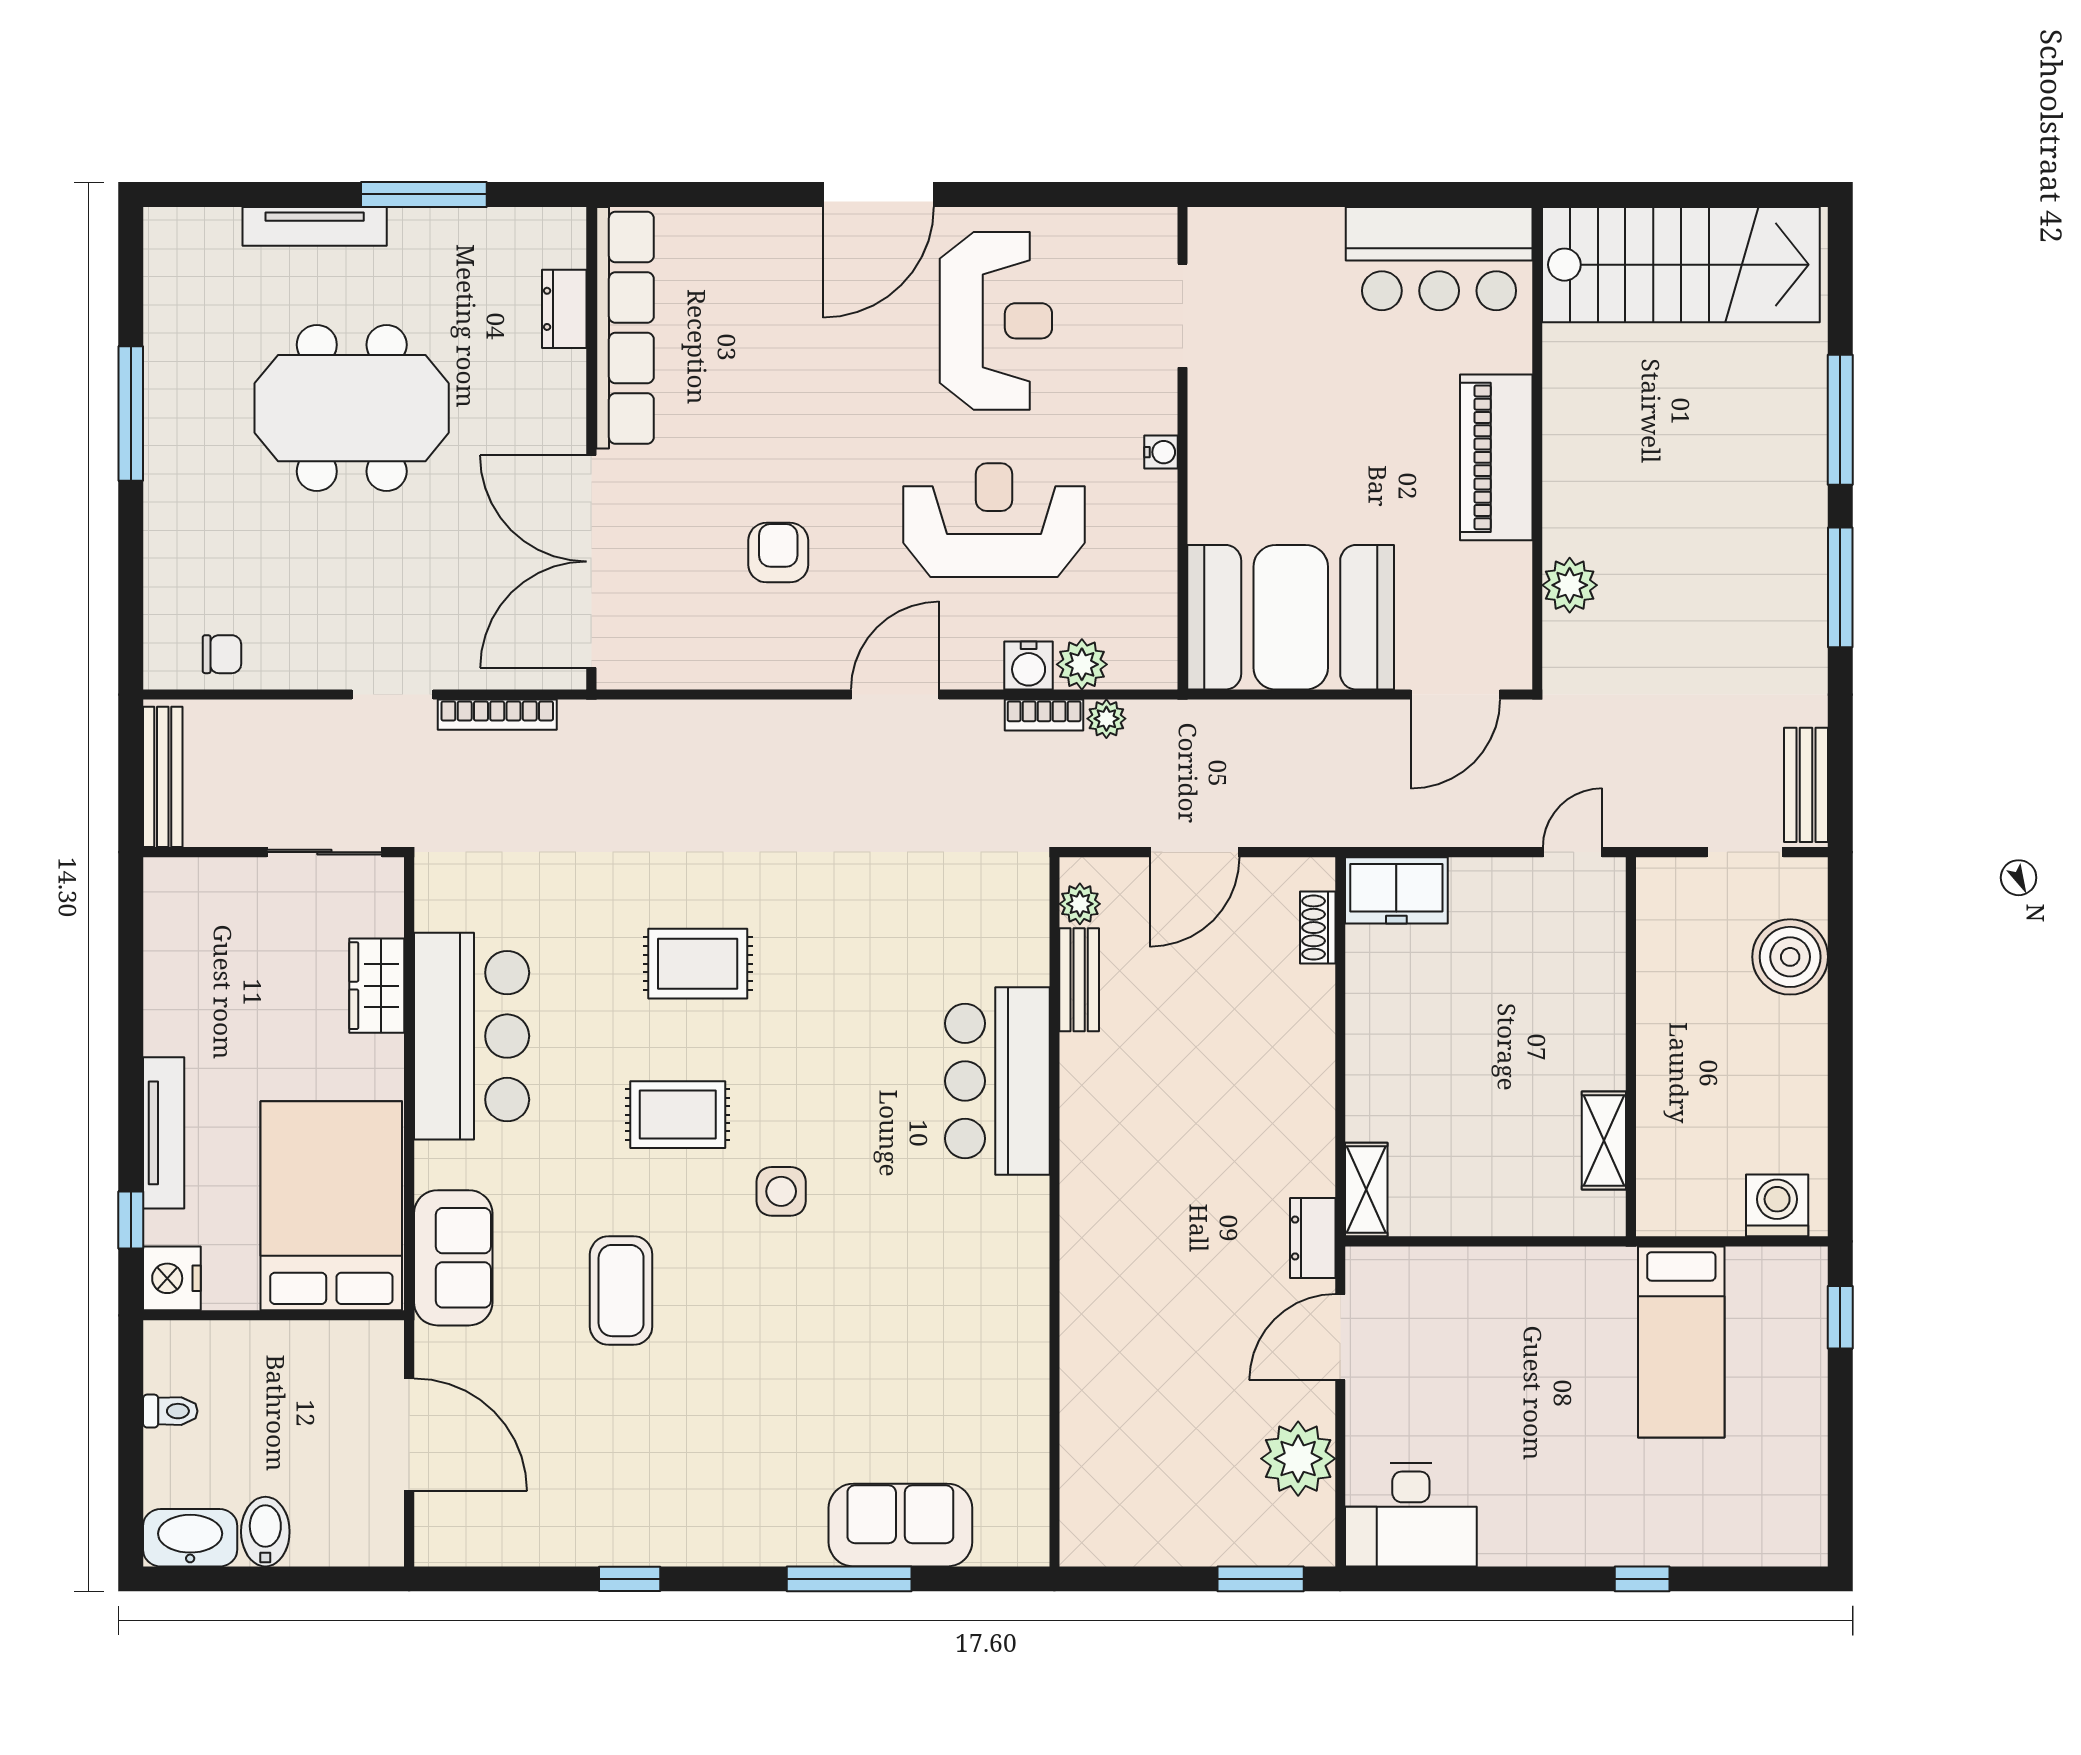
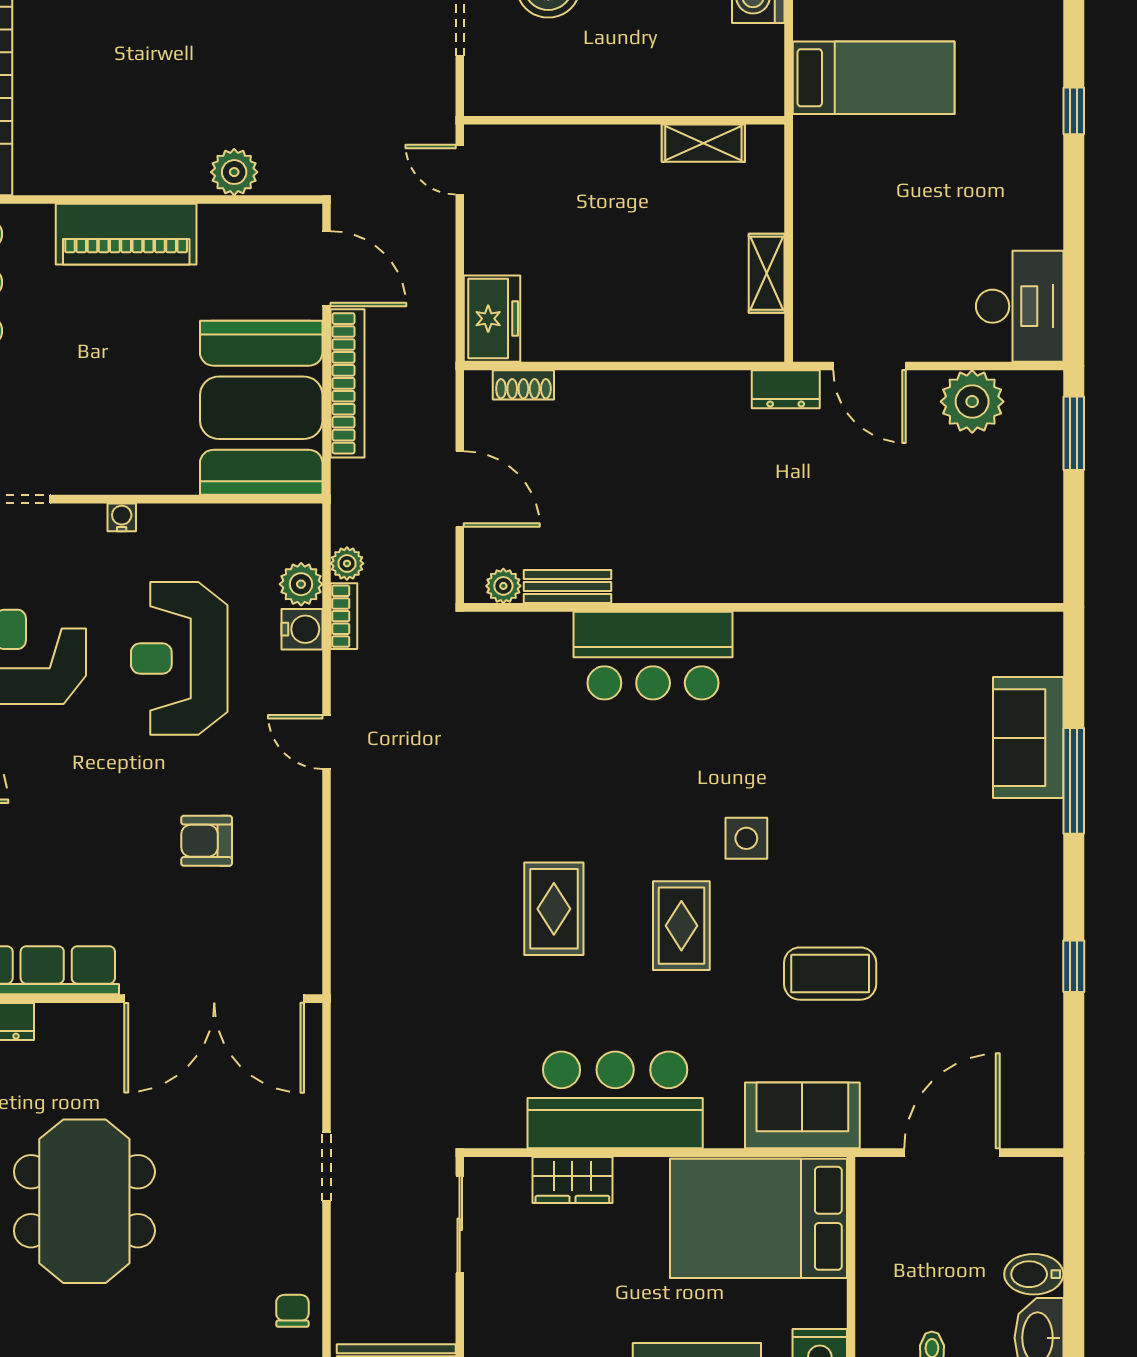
door: (895, 695) -> (327, 742), width x0.73
bookcase: (497, 715) -> (348, 383), moved, width x1.48, depth x1.31
shelving: (1366, 1190) -> (767, 273), moved, turned 90

